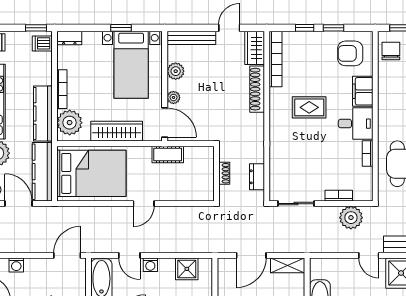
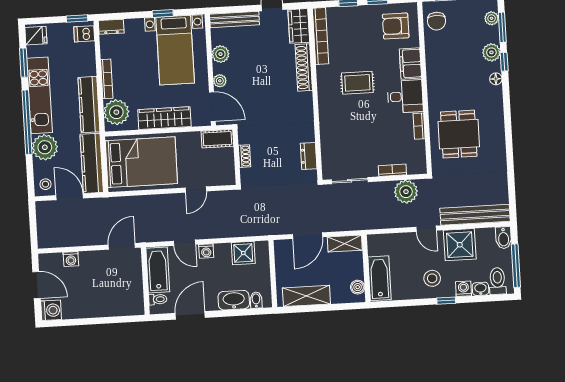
chair: (391, 51) -> (437, 21), turned 180
shoe rack: (224, 173) -> (244, 156), moved
wall: (216, 174) -> (237, 157), moved

